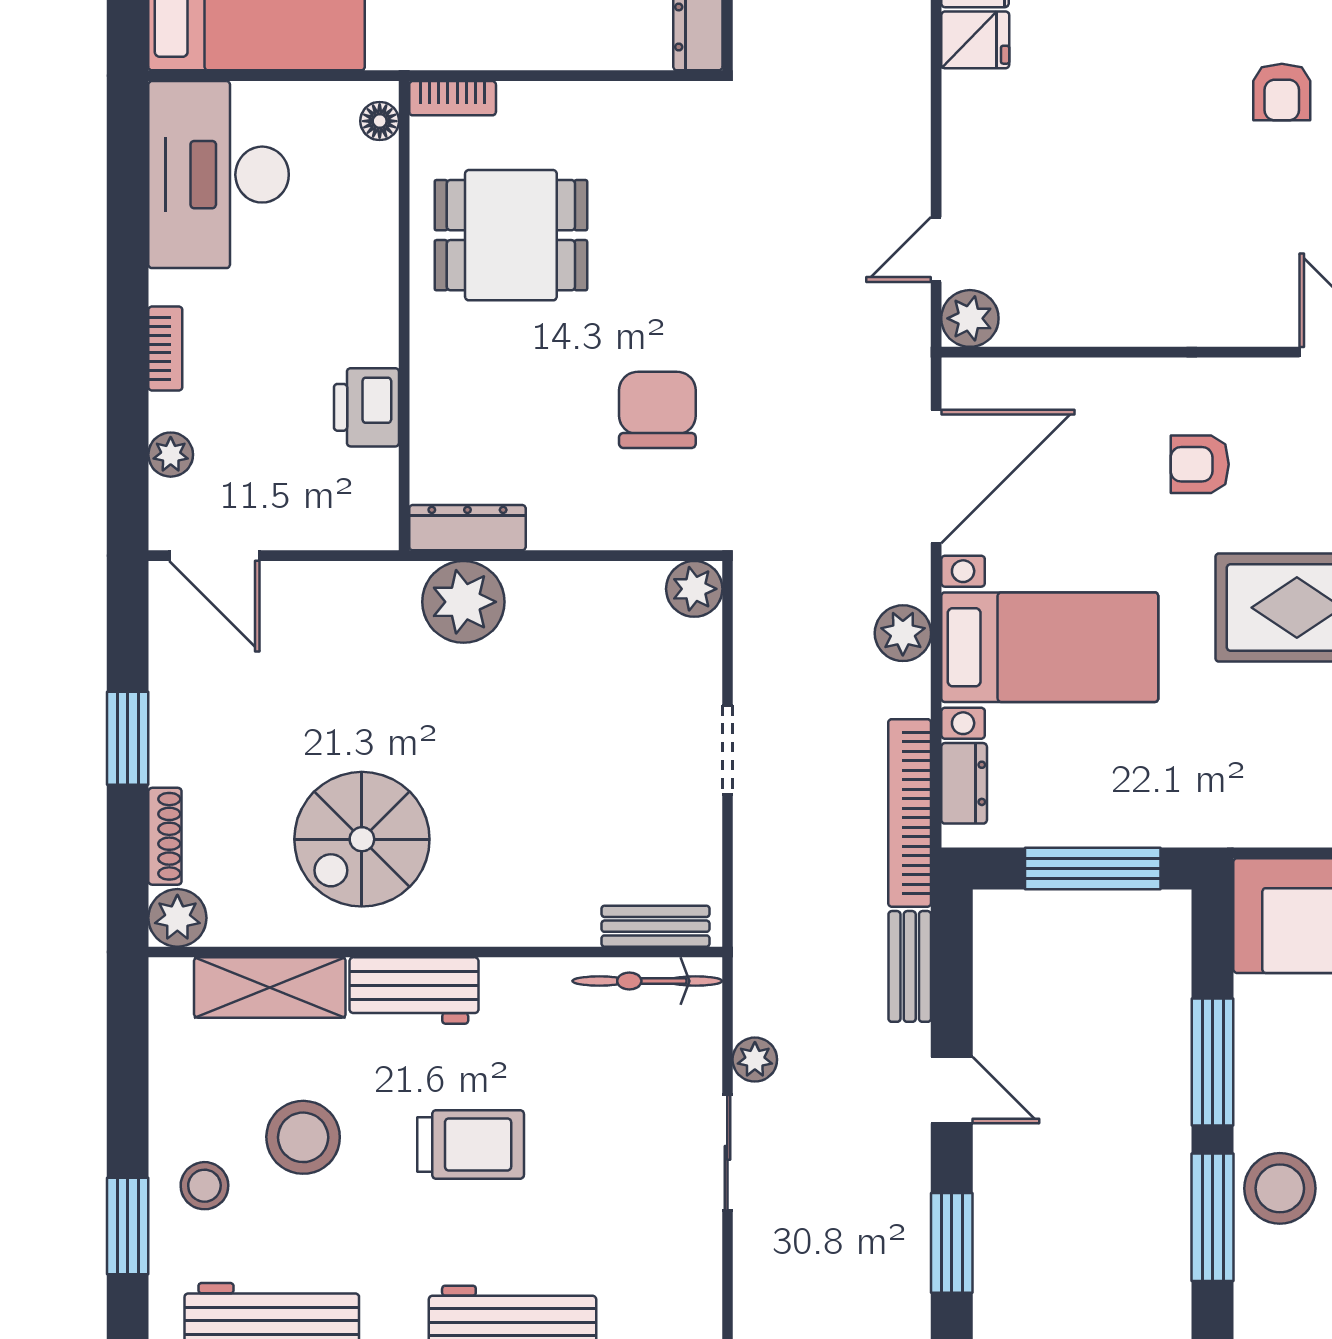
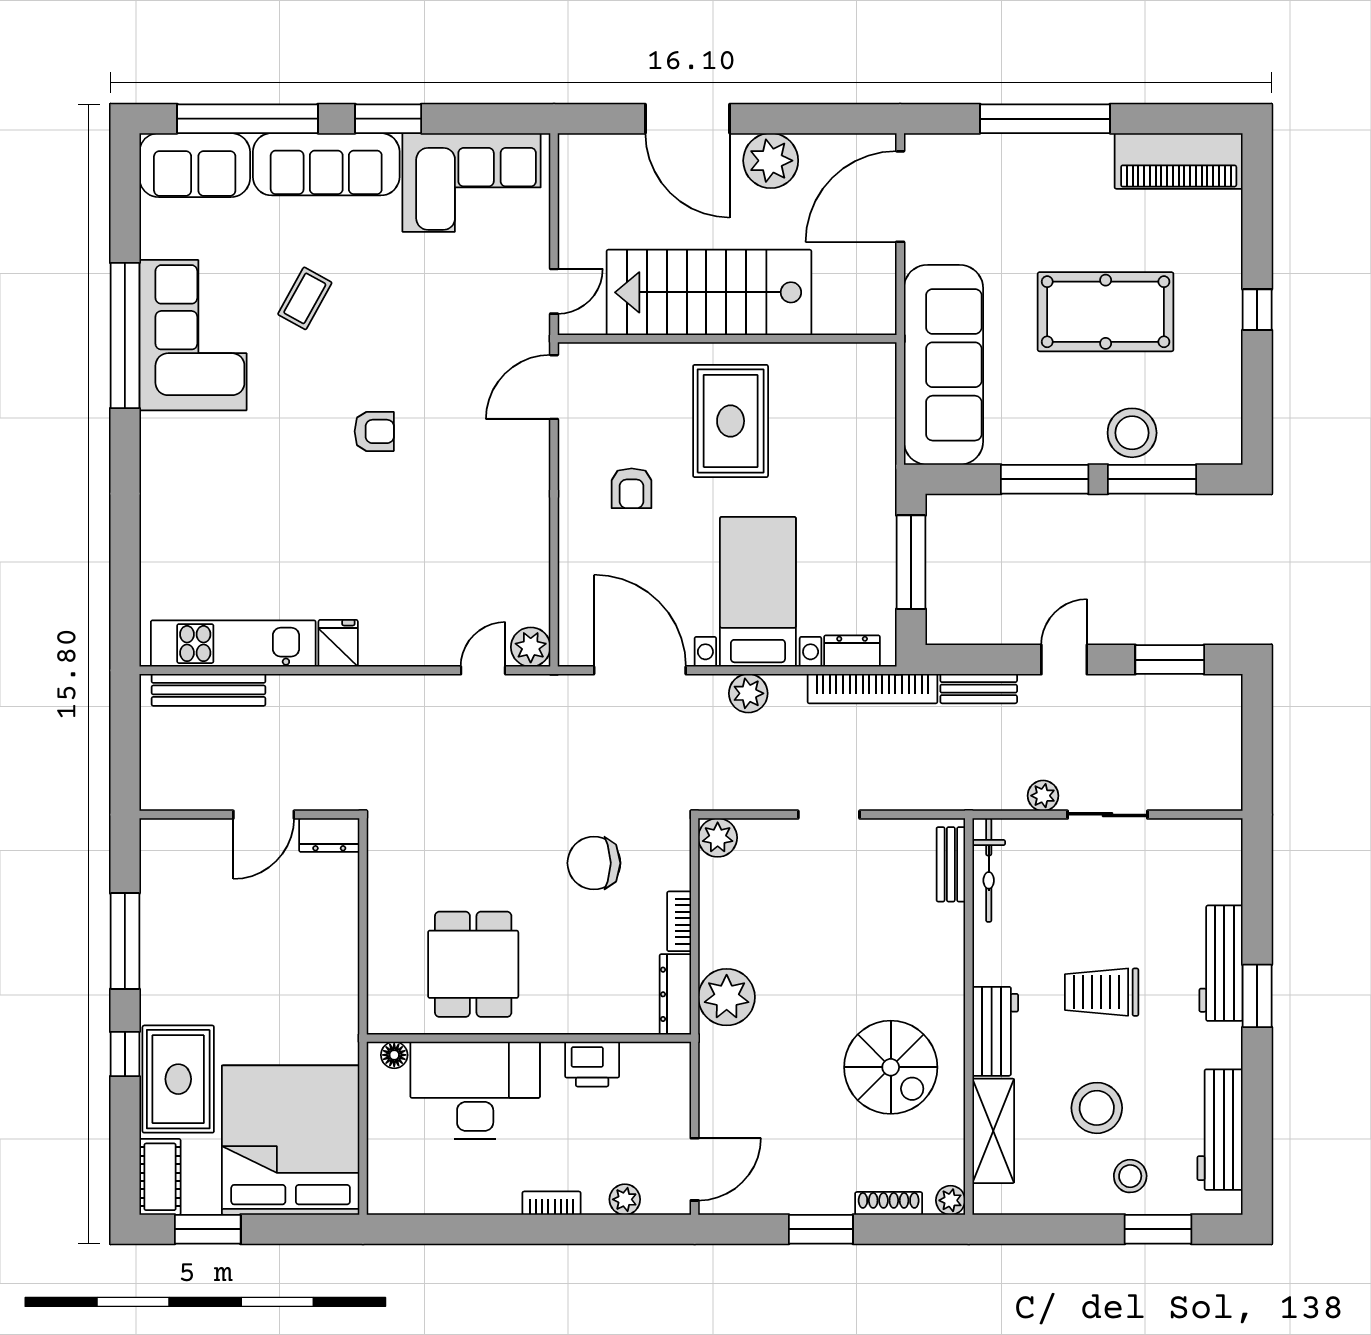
bookcase: (453, 98) -> (679, 921), moved, turned 180
desk: (219, 175) -> (475, 1090), moved, turned 180
door: (936, 250) -> (483, 670), swing flipped
plant: (177, 918) -> (951, 1200), width x0.73, depth x0.73
trolley: (471, 1144) -> (1102, 992), turned -90

